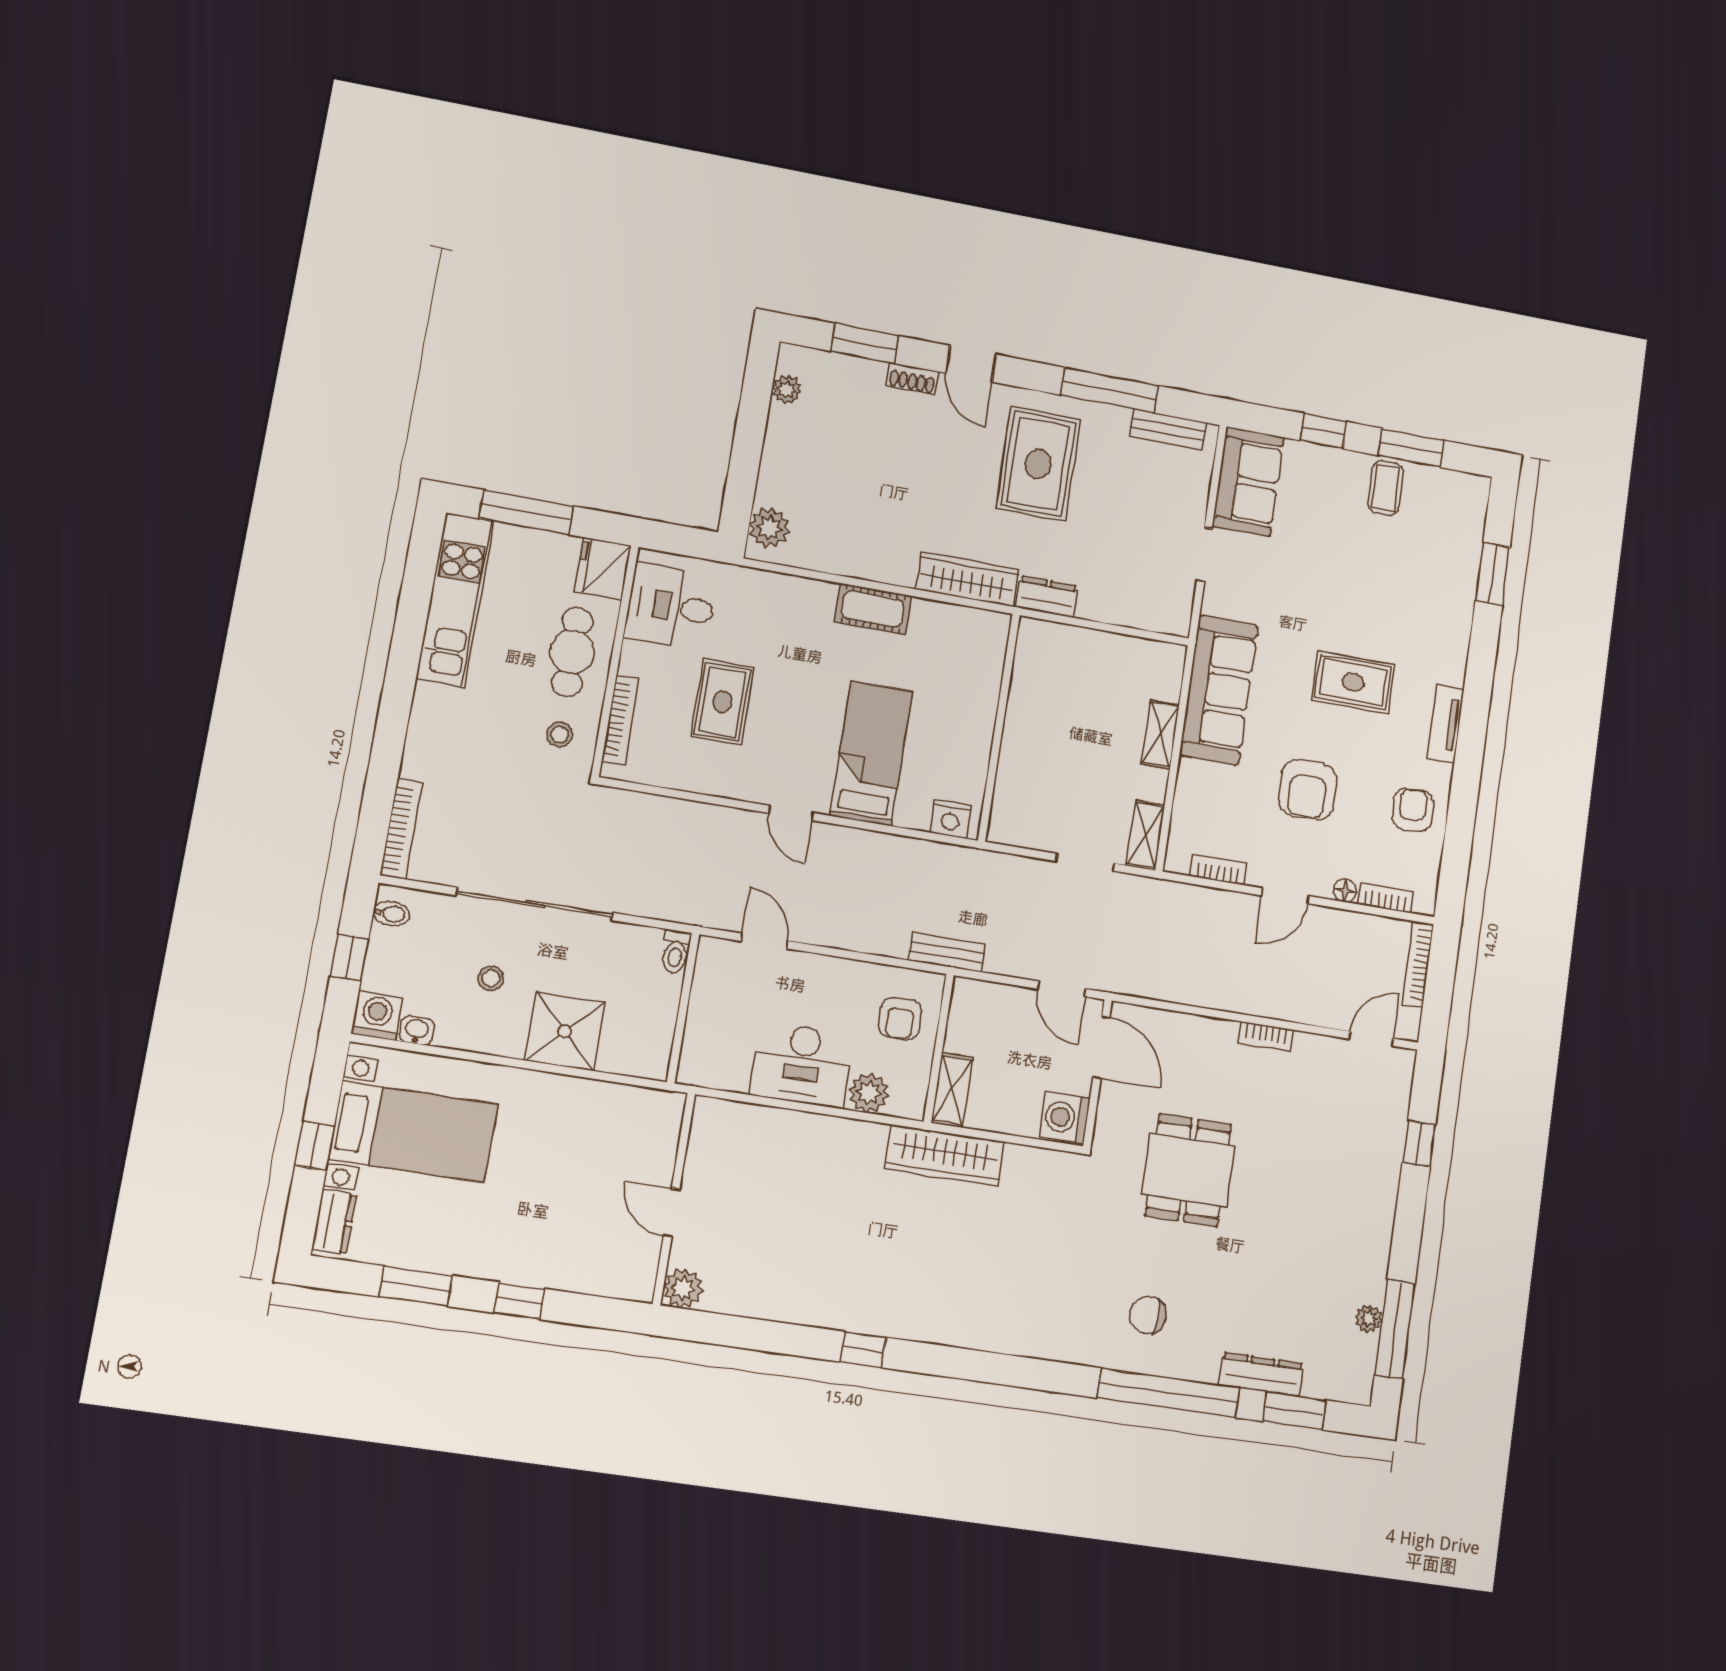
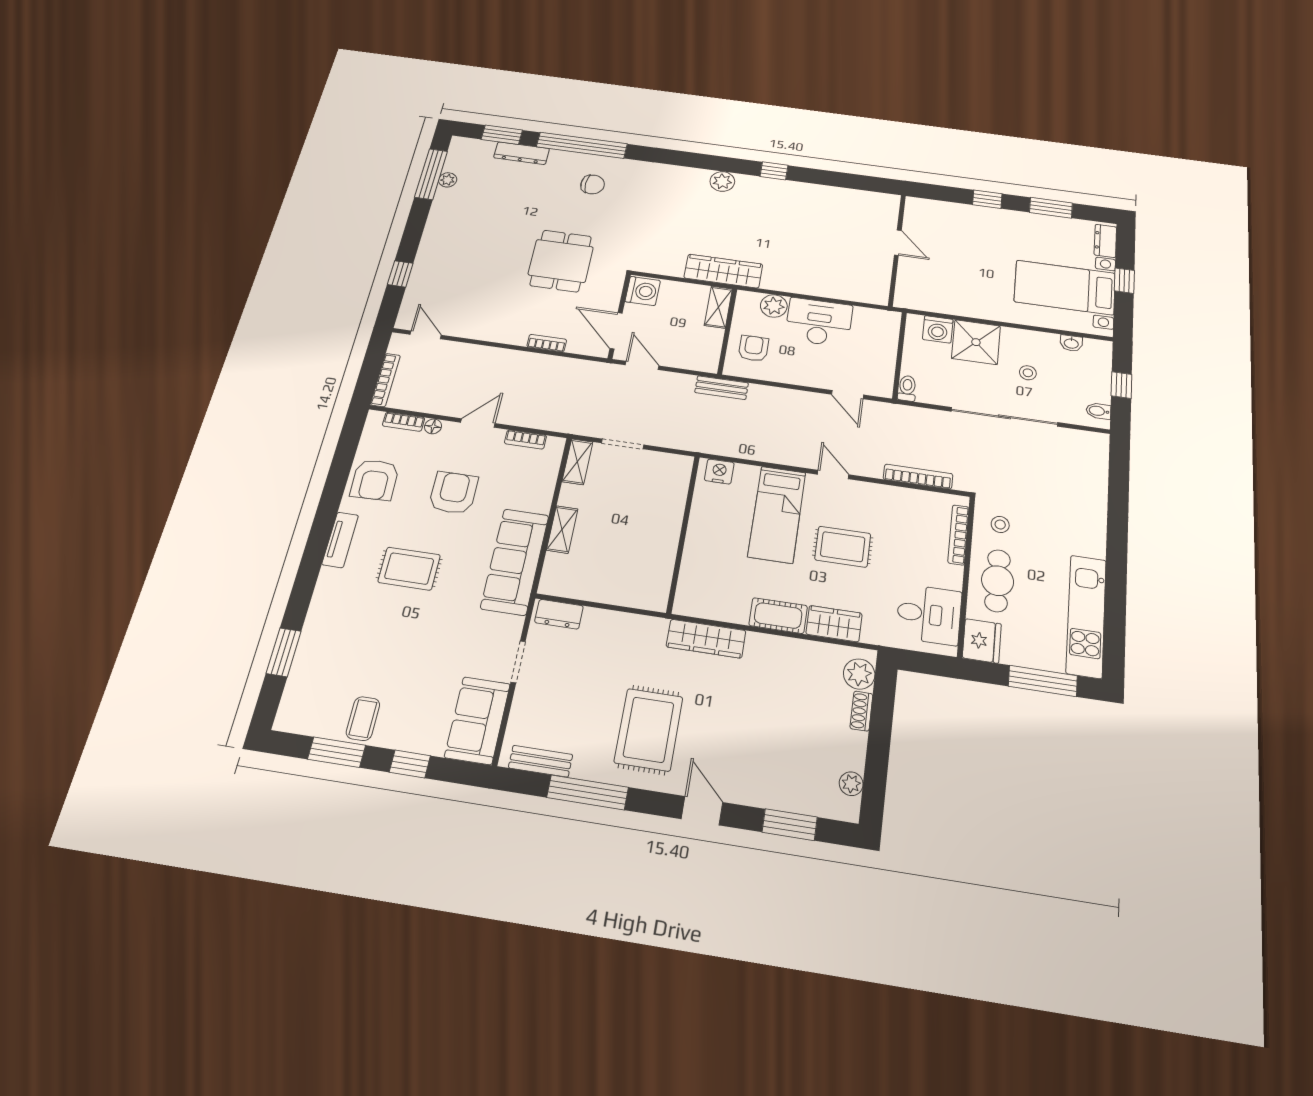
shoe rack: (912, 379) -> (861, 711), moved, turned -90
wardrobe: (799, 596) -> (834, 624), added
dresser: (1047, 597) -> (559, 614), moved
rug: (722, 702) -> (843, 547), moved, turned 90
armchair: (1413, 810) -> (375, 480), width x1.38, depth x1.38
bookcase: (401, 829) -> (918, 477), moved, turned 90
washing machine: (377, 1016) -> (938, 329), moved
bookcase: (1266, 1036) -> (547, 343), moved
door: (1371, 1039) -> (426, 335), swing flipped
plant: (683, 1288) -> (722, 181), moved

